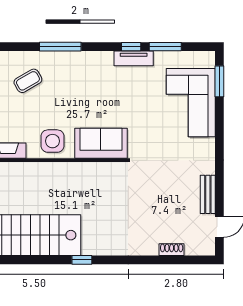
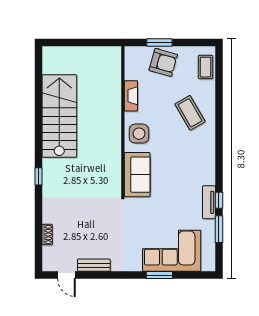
window: (60, 47) -> (219, 140), removed
coffee table: (28, 81) -> (190, 113), width x1.36, depth x1.30
window: (219, 81) -> (159, 275), moved
window: (82, 260) -> (38, 176), moved

